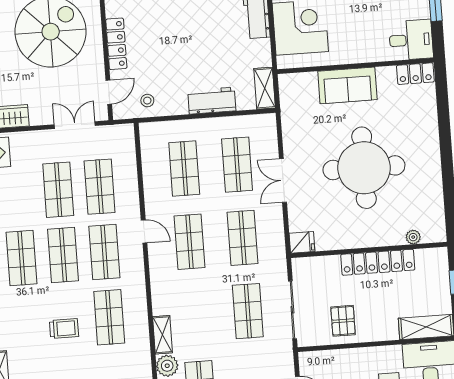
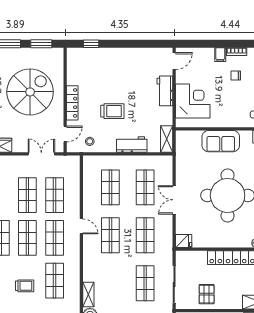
trolley: (178, 52) -> (112, 111), added

